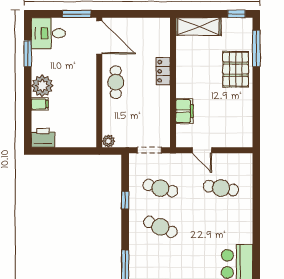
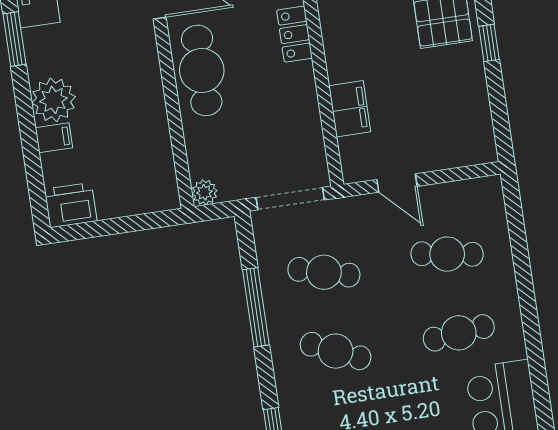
cafe table: (116, 82) -> (202, 70), width x1.37, depth x1.35
window: (256, 89) -> (489, 43), added
doorway: (149, 150) -> (290, 199), width x1.38
window: (125, 200) -> (256, 307), width x2.17
cafe table: (221, 227) -> (459, 333), added

